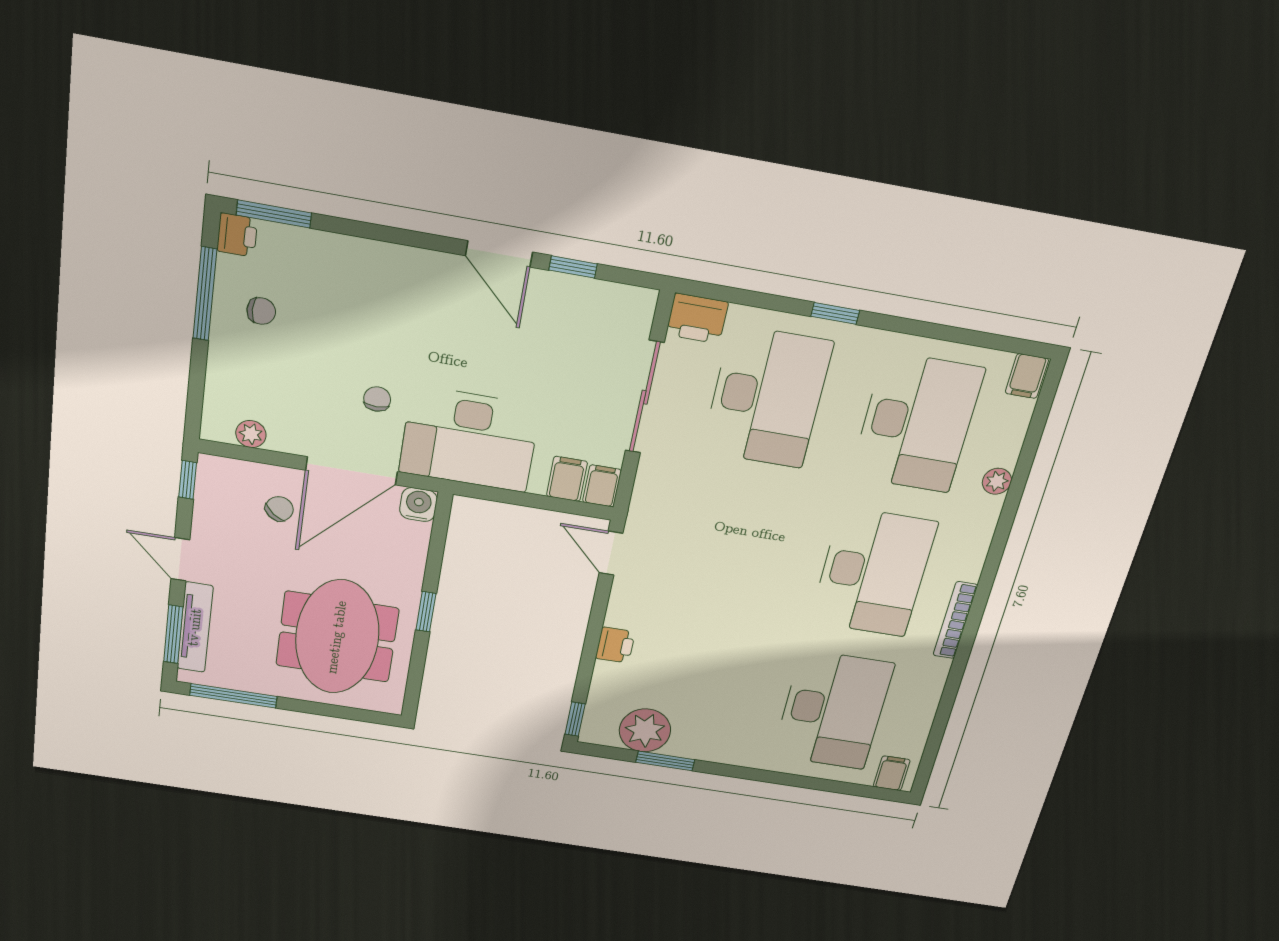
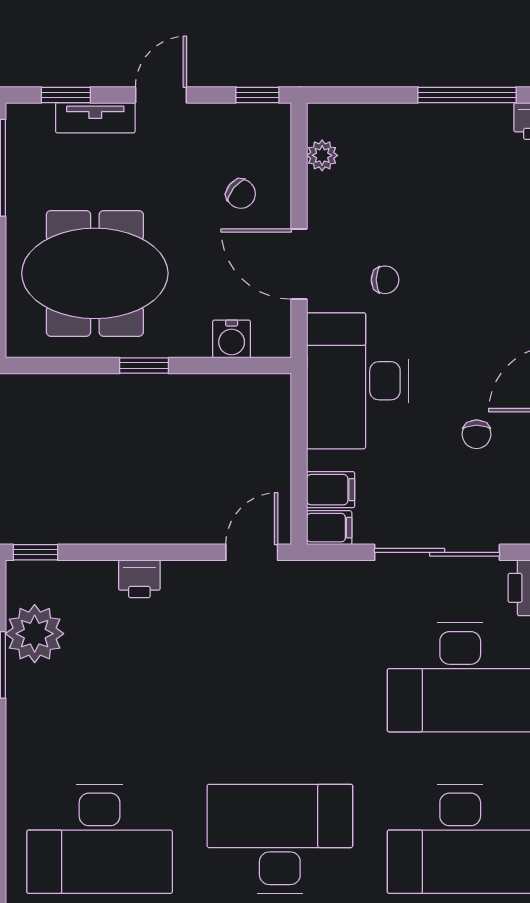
chair: (261, 311) -> (477, 434), moved
door: (352, 471) -> (299, 264), width x0.73
water cooler: (418, 505) -> (232, 339), moved, turned 90
desk: (873, 572) -> (280, 839), turned 180
tv unit: (195, 627) -> (95, 118), width x0.71
window: (173, 634) -> (66, 95), width x0.67

